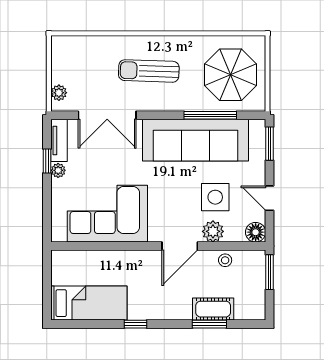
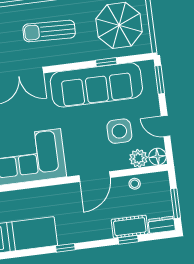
window: (210, 115) -> (106, 62), width x0.46
plant: (213, 231) -> (138, 158), moved
window: (269, 272) -> (175, 203), moved
dresser: (250, 312) -> (162, 225), added
window: (209, 324) -> (128, 240), width x0.67

